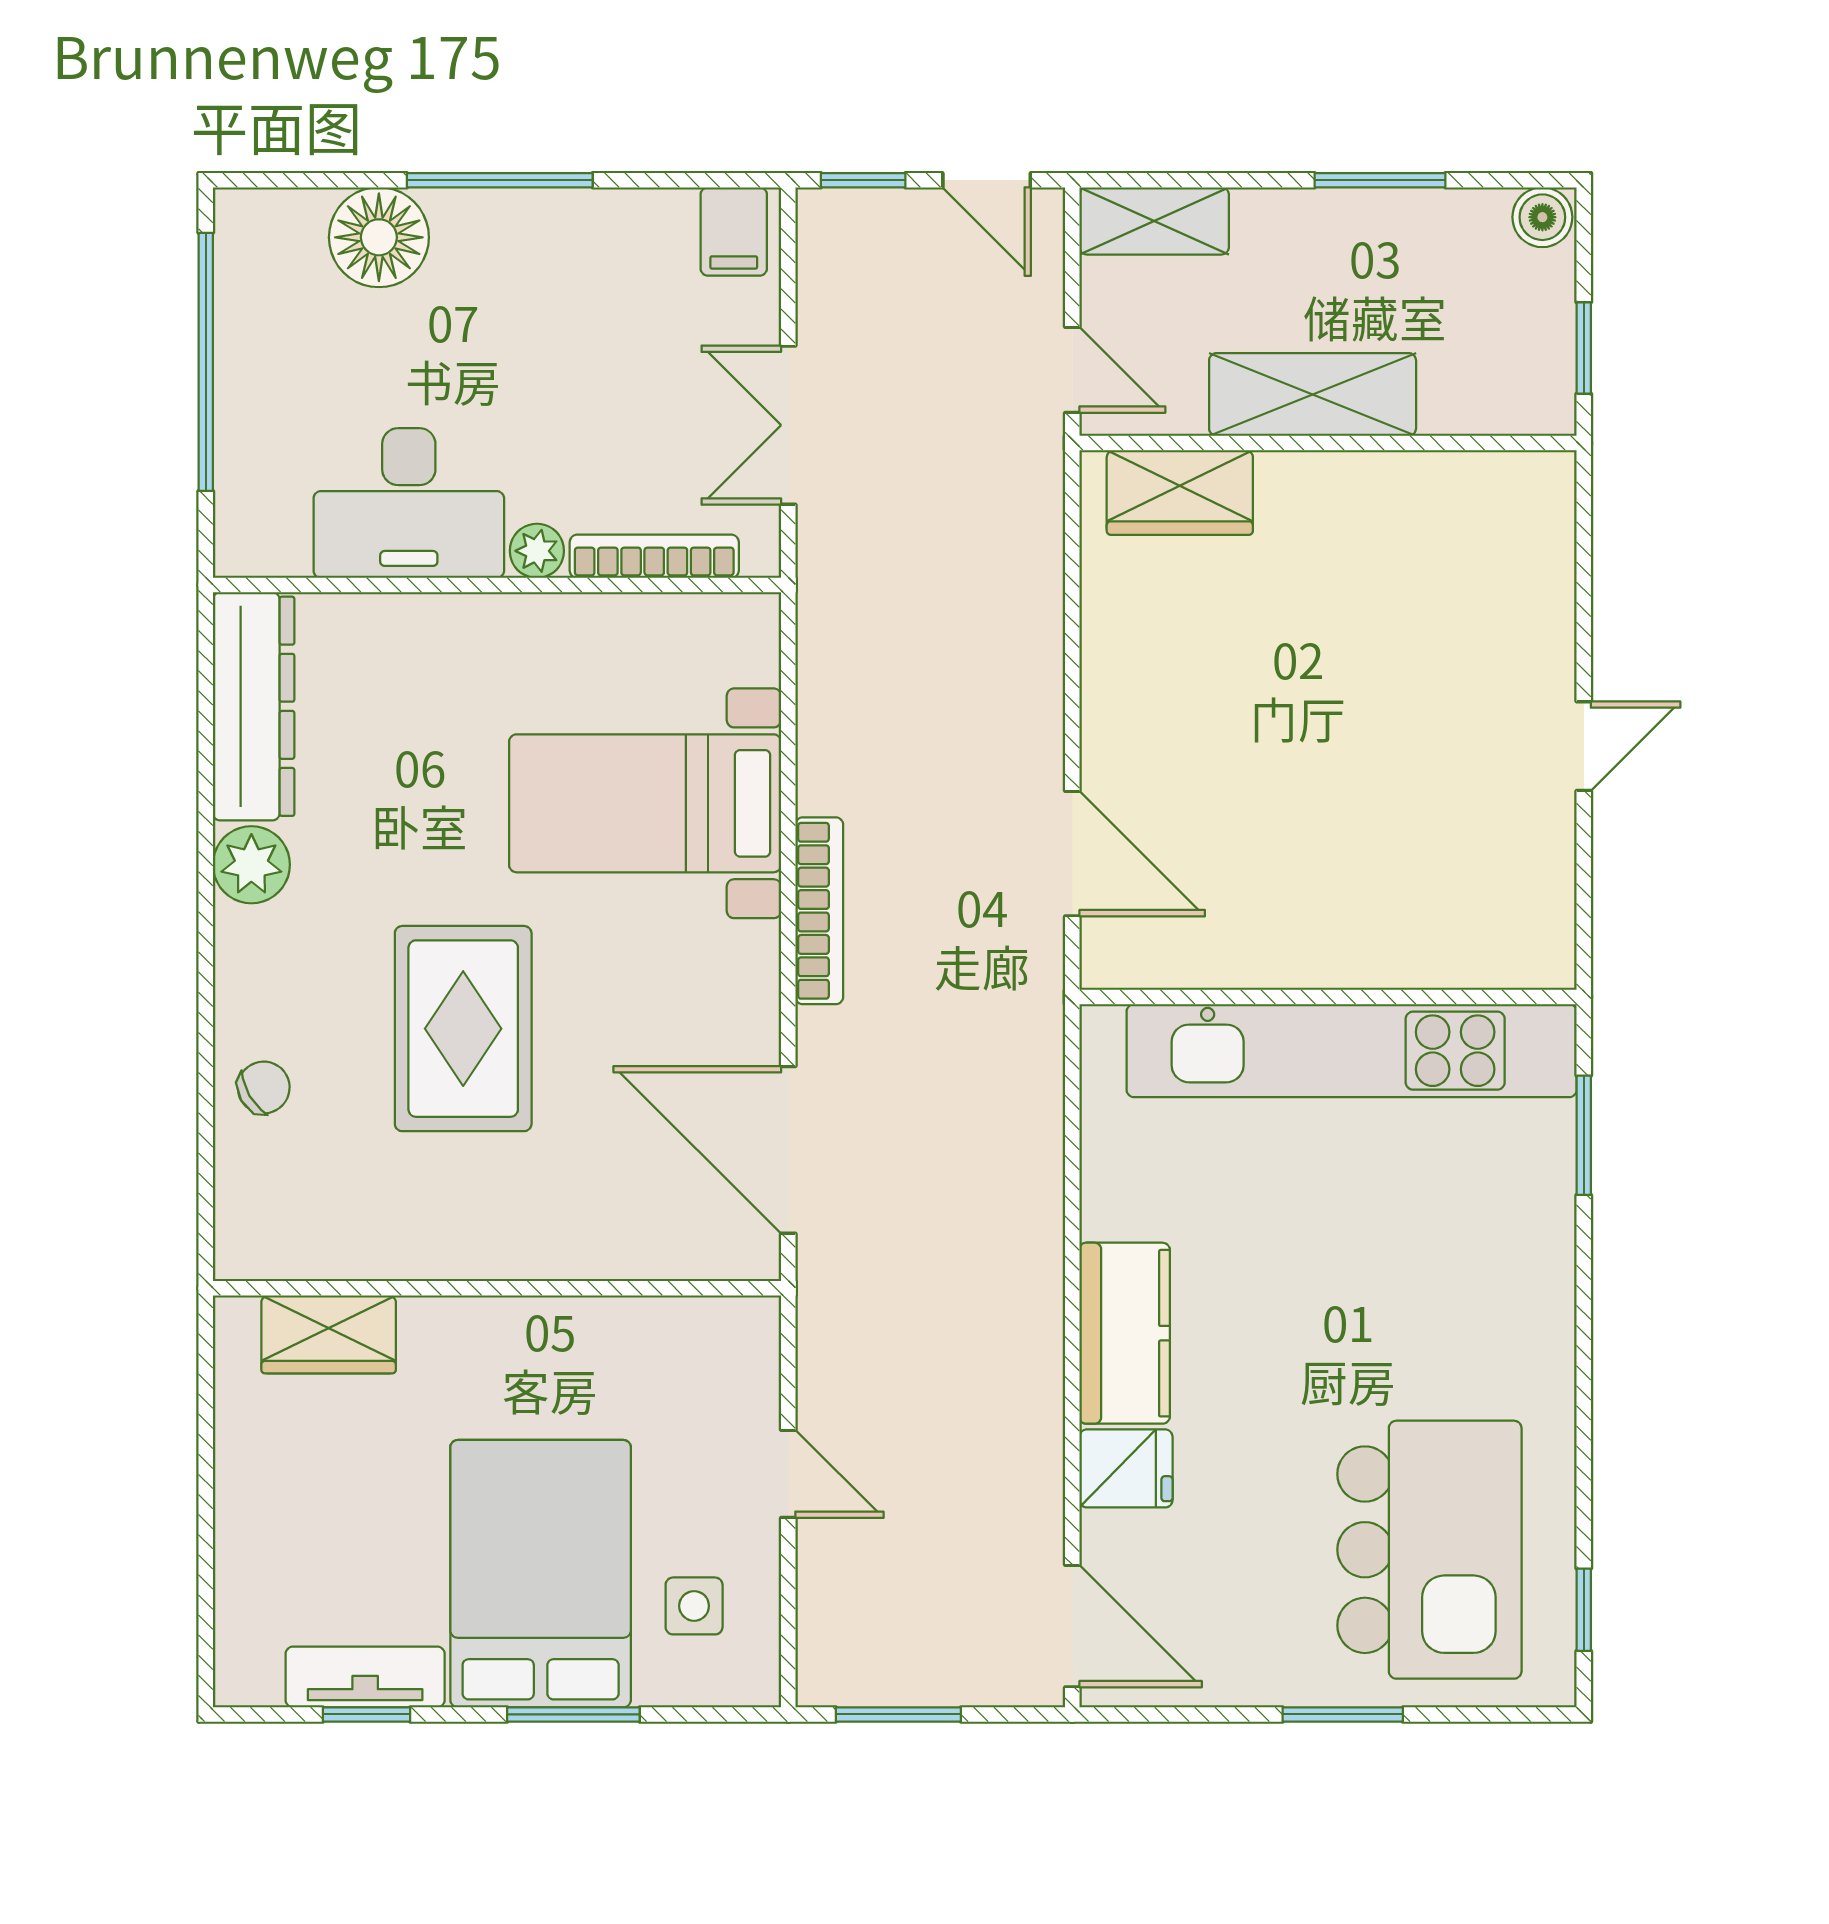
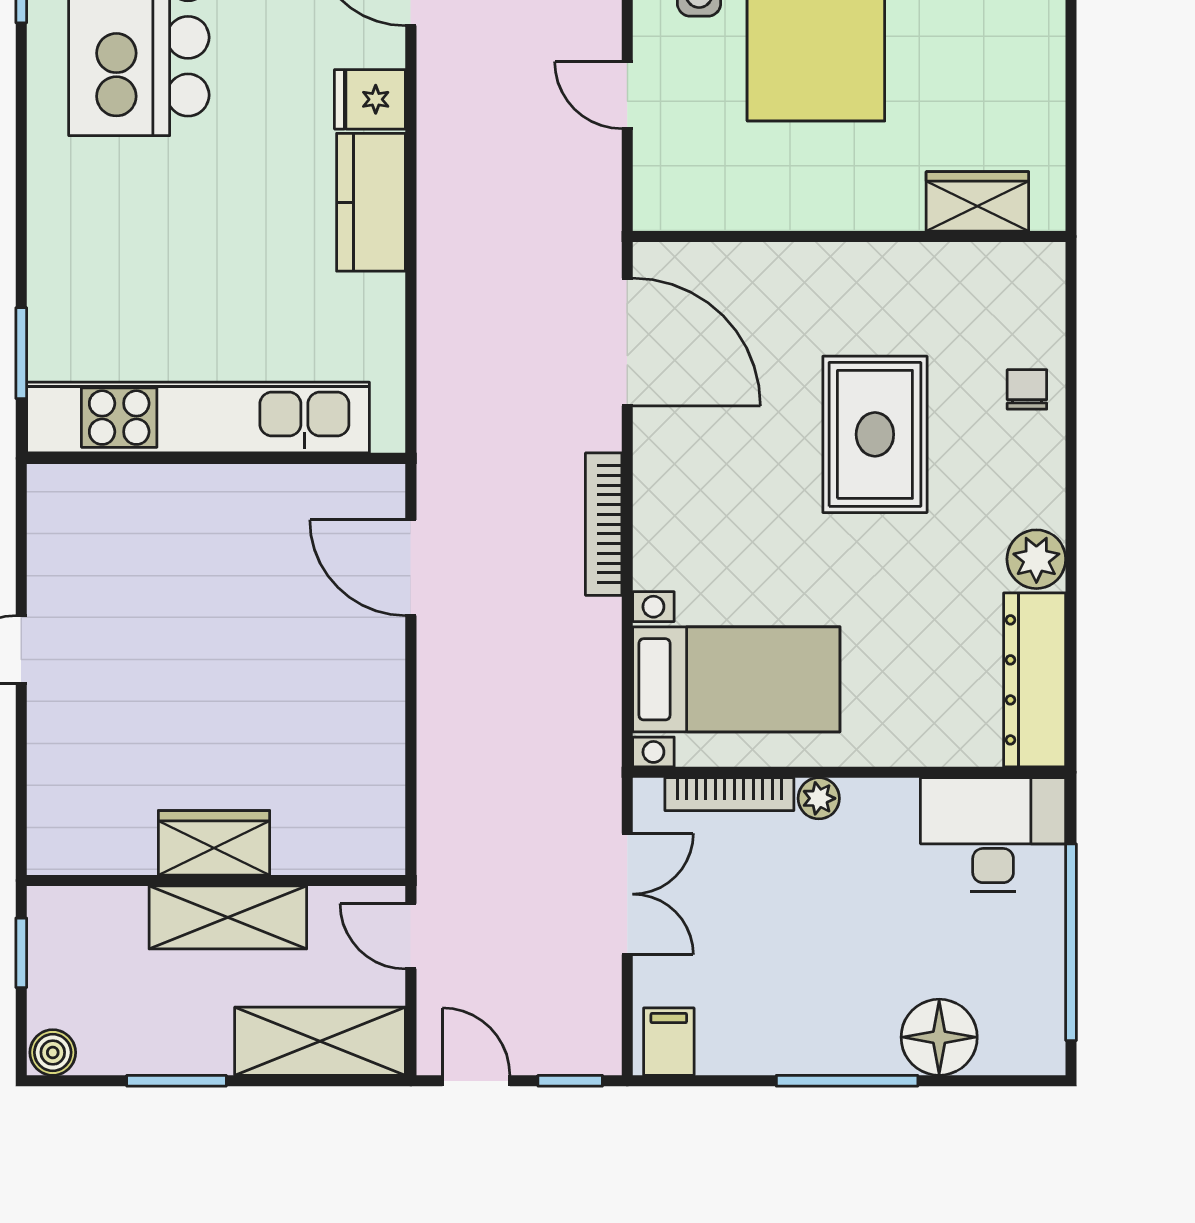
shelving: (1154, 221) -> (320, 1041), width x1.50, depth x1.33
wardrobe: (1180, 492) -> (214, 843), moved
desk: (409, 503) -> (993, 835), moved
bed with nightstands: (645, 803) -> (736, 679), moved
chair: (264, 1088) -> (1027, 389), turned 120

